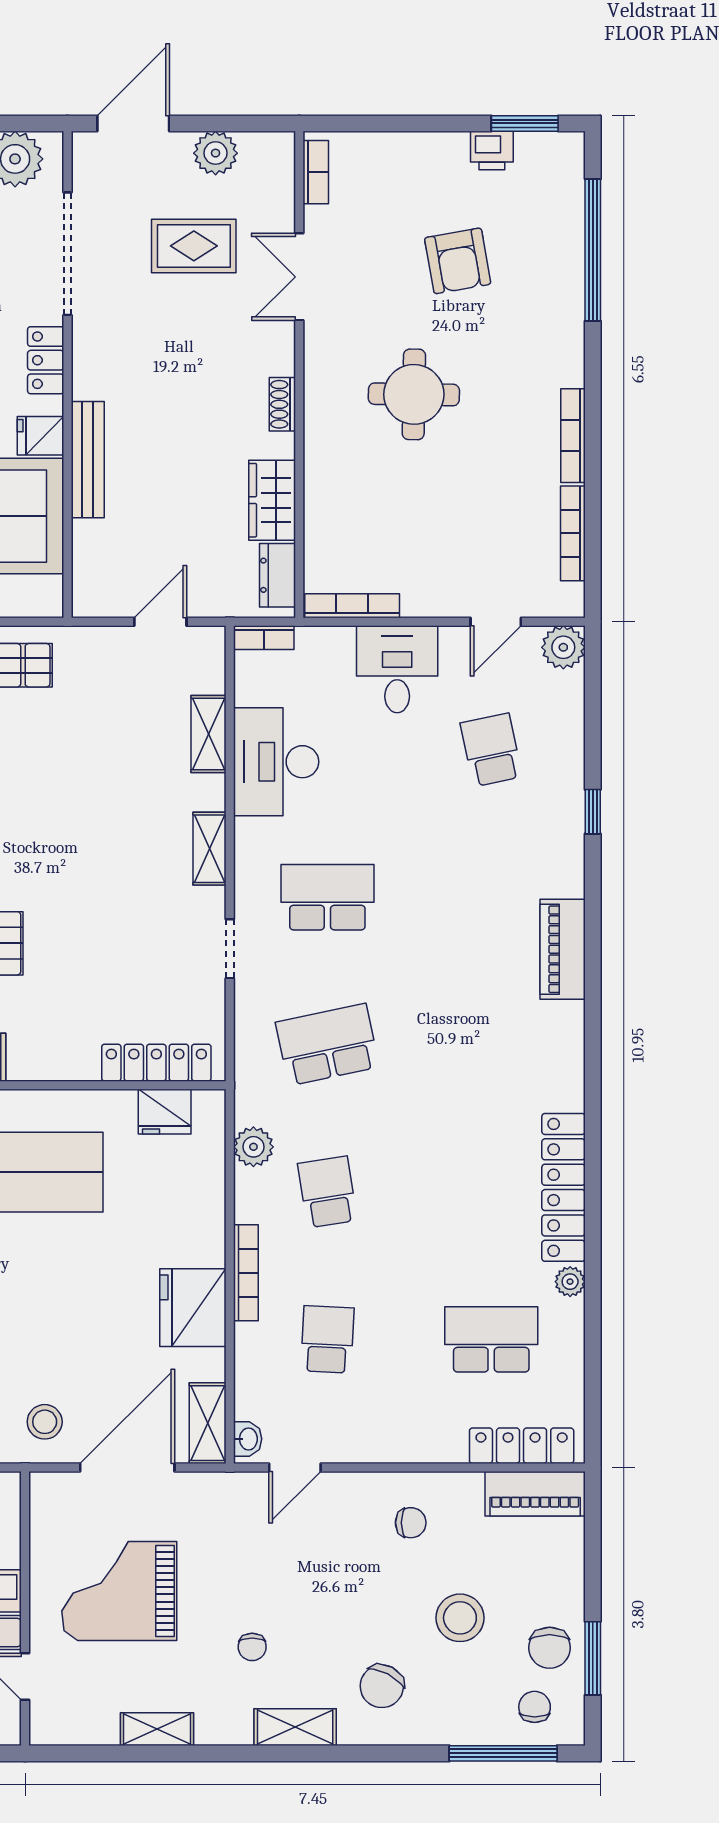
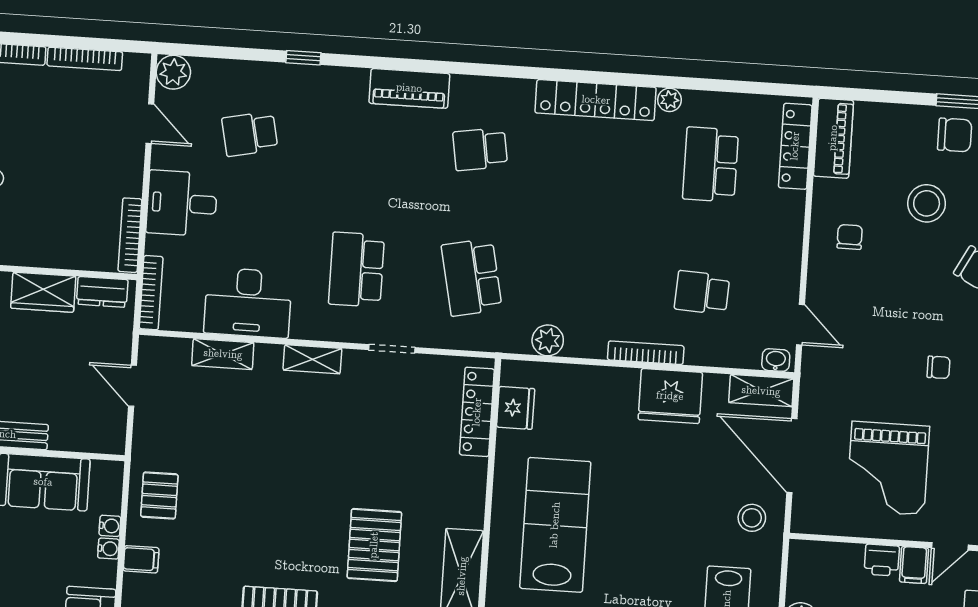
bookcase: (264, 638) -> (151, 293), width x1.56
school desk: (327, 1192) -> (480, 149), moved

